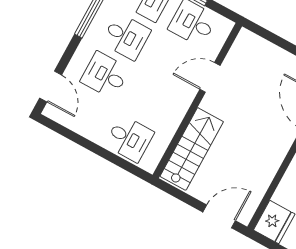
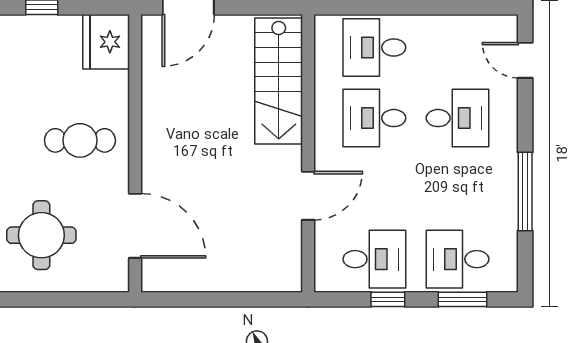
desk: (126, 37) -> (374, 118), moved
door: (51, 86) -> (525, 60), width x0.73

